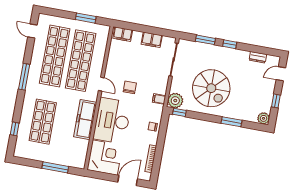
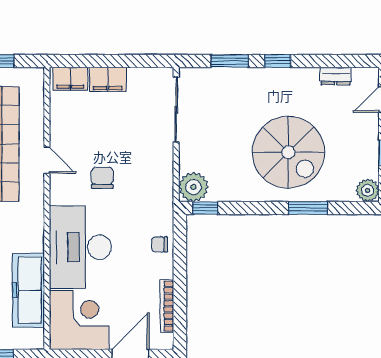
filing cabinet: (152, 40) -> (108, 79), moved
door: (101, 84) -> (47, 160), moved
spiral stairs: (211, 88) -> (288, 152), moved
filing cabinet: (159, 99) -> (162, 190), removed
freezer: (85, 120) -> (28, 290), moved

